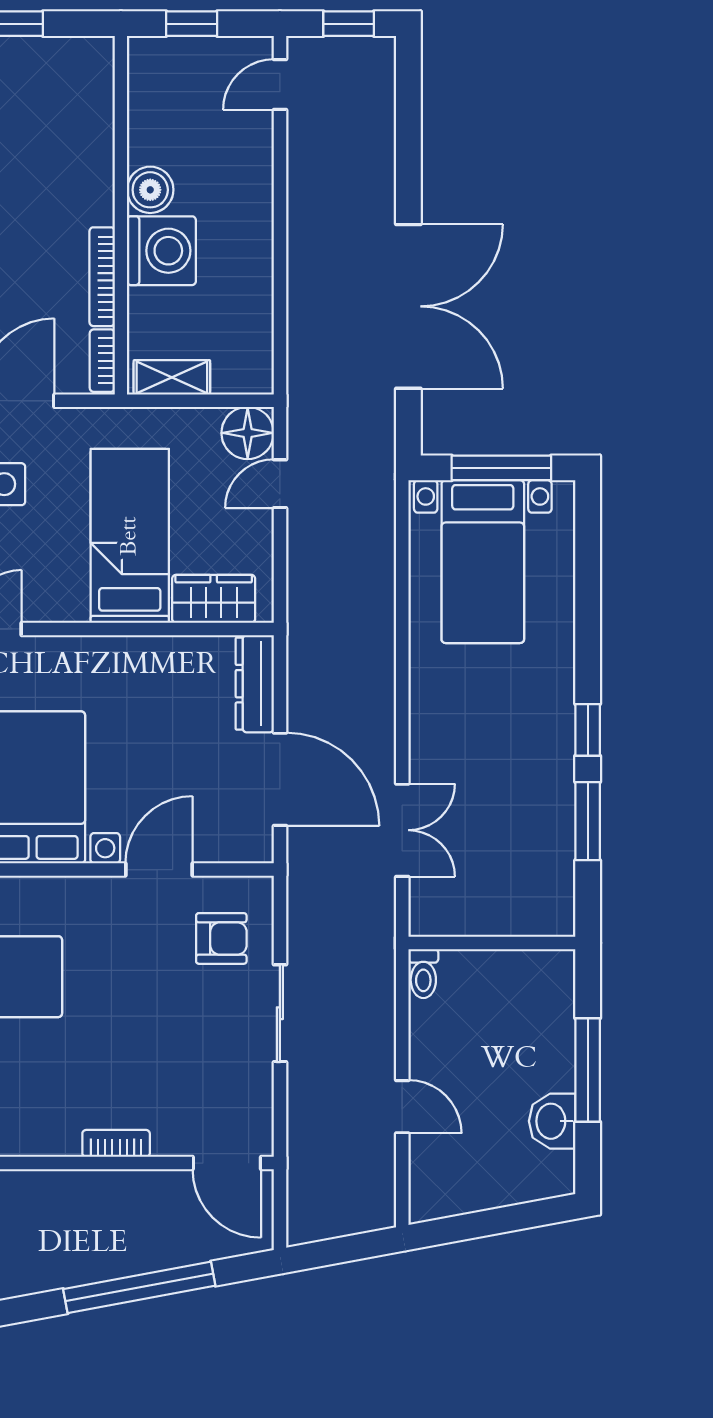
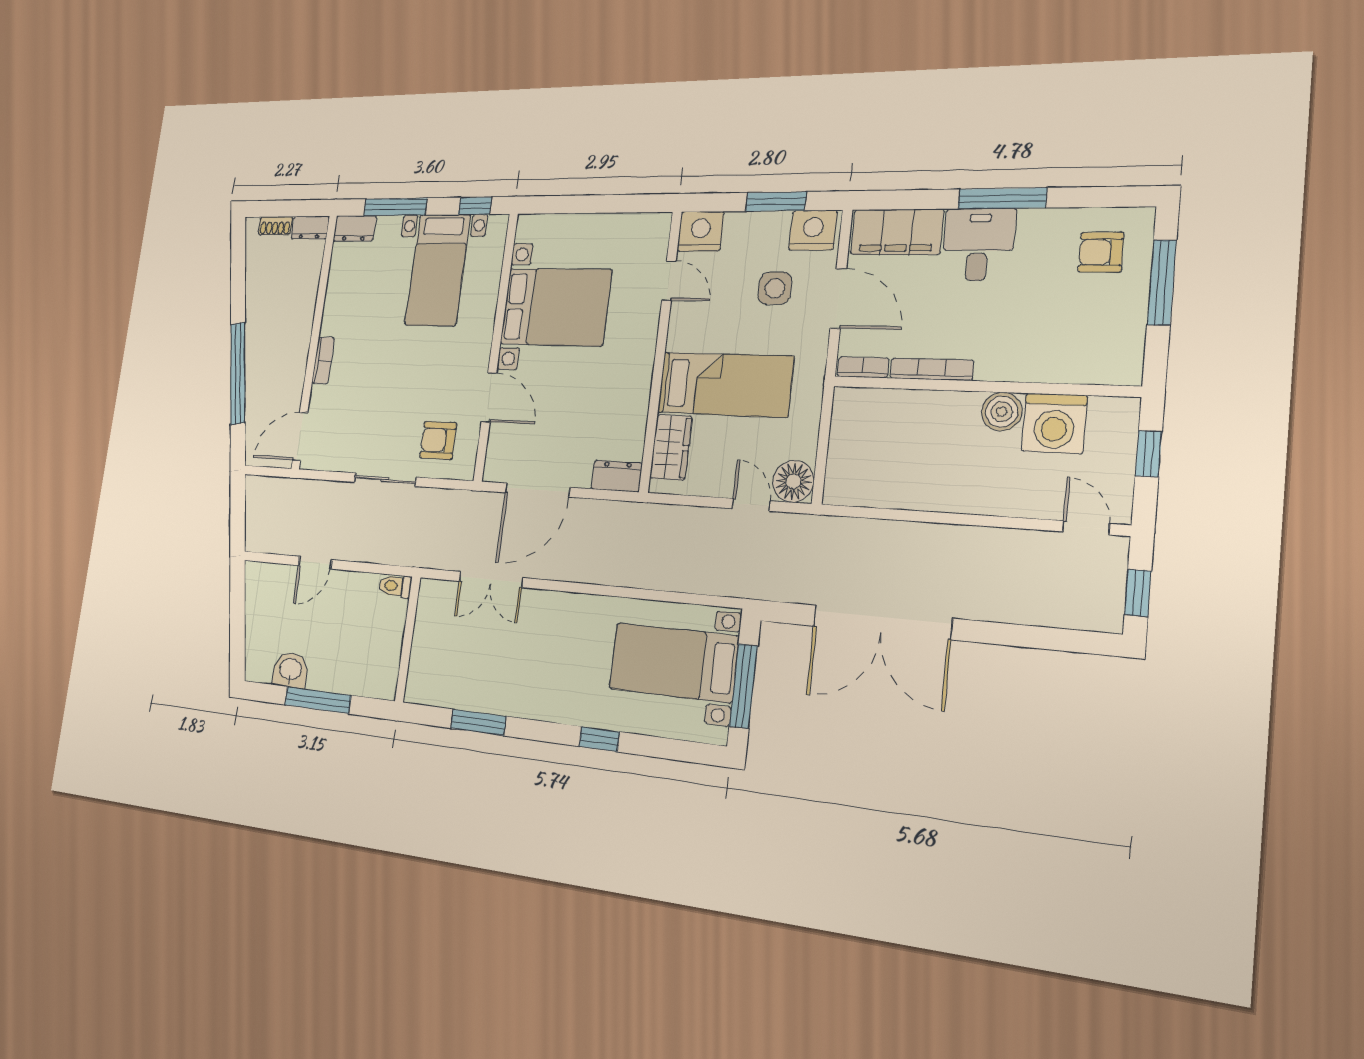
washing machine: (161, 251) -> (1054, 423), moved
shelving: (172, 377) -> (844, 423), removed
dresser: (255, 684) -> (617, 476), width x0.70
window: (588, 730) -> (599, 739), moved
armchair: (221, 938) -> (438, 440), turned 90

